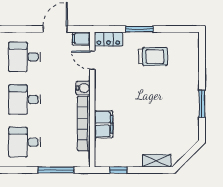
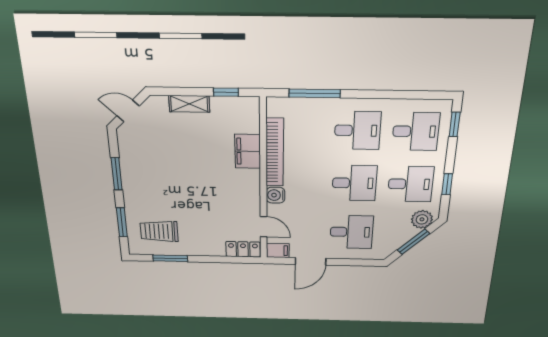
window: (139, 29) -> (170, 258), moved
trolley: (153, 56) -> (159, 231), moved
window: (202, 61) -> (122, 222), added
door: (189, 155) -> (128, 111), added
shelving: (157, 161) -> (189, 104), moved

